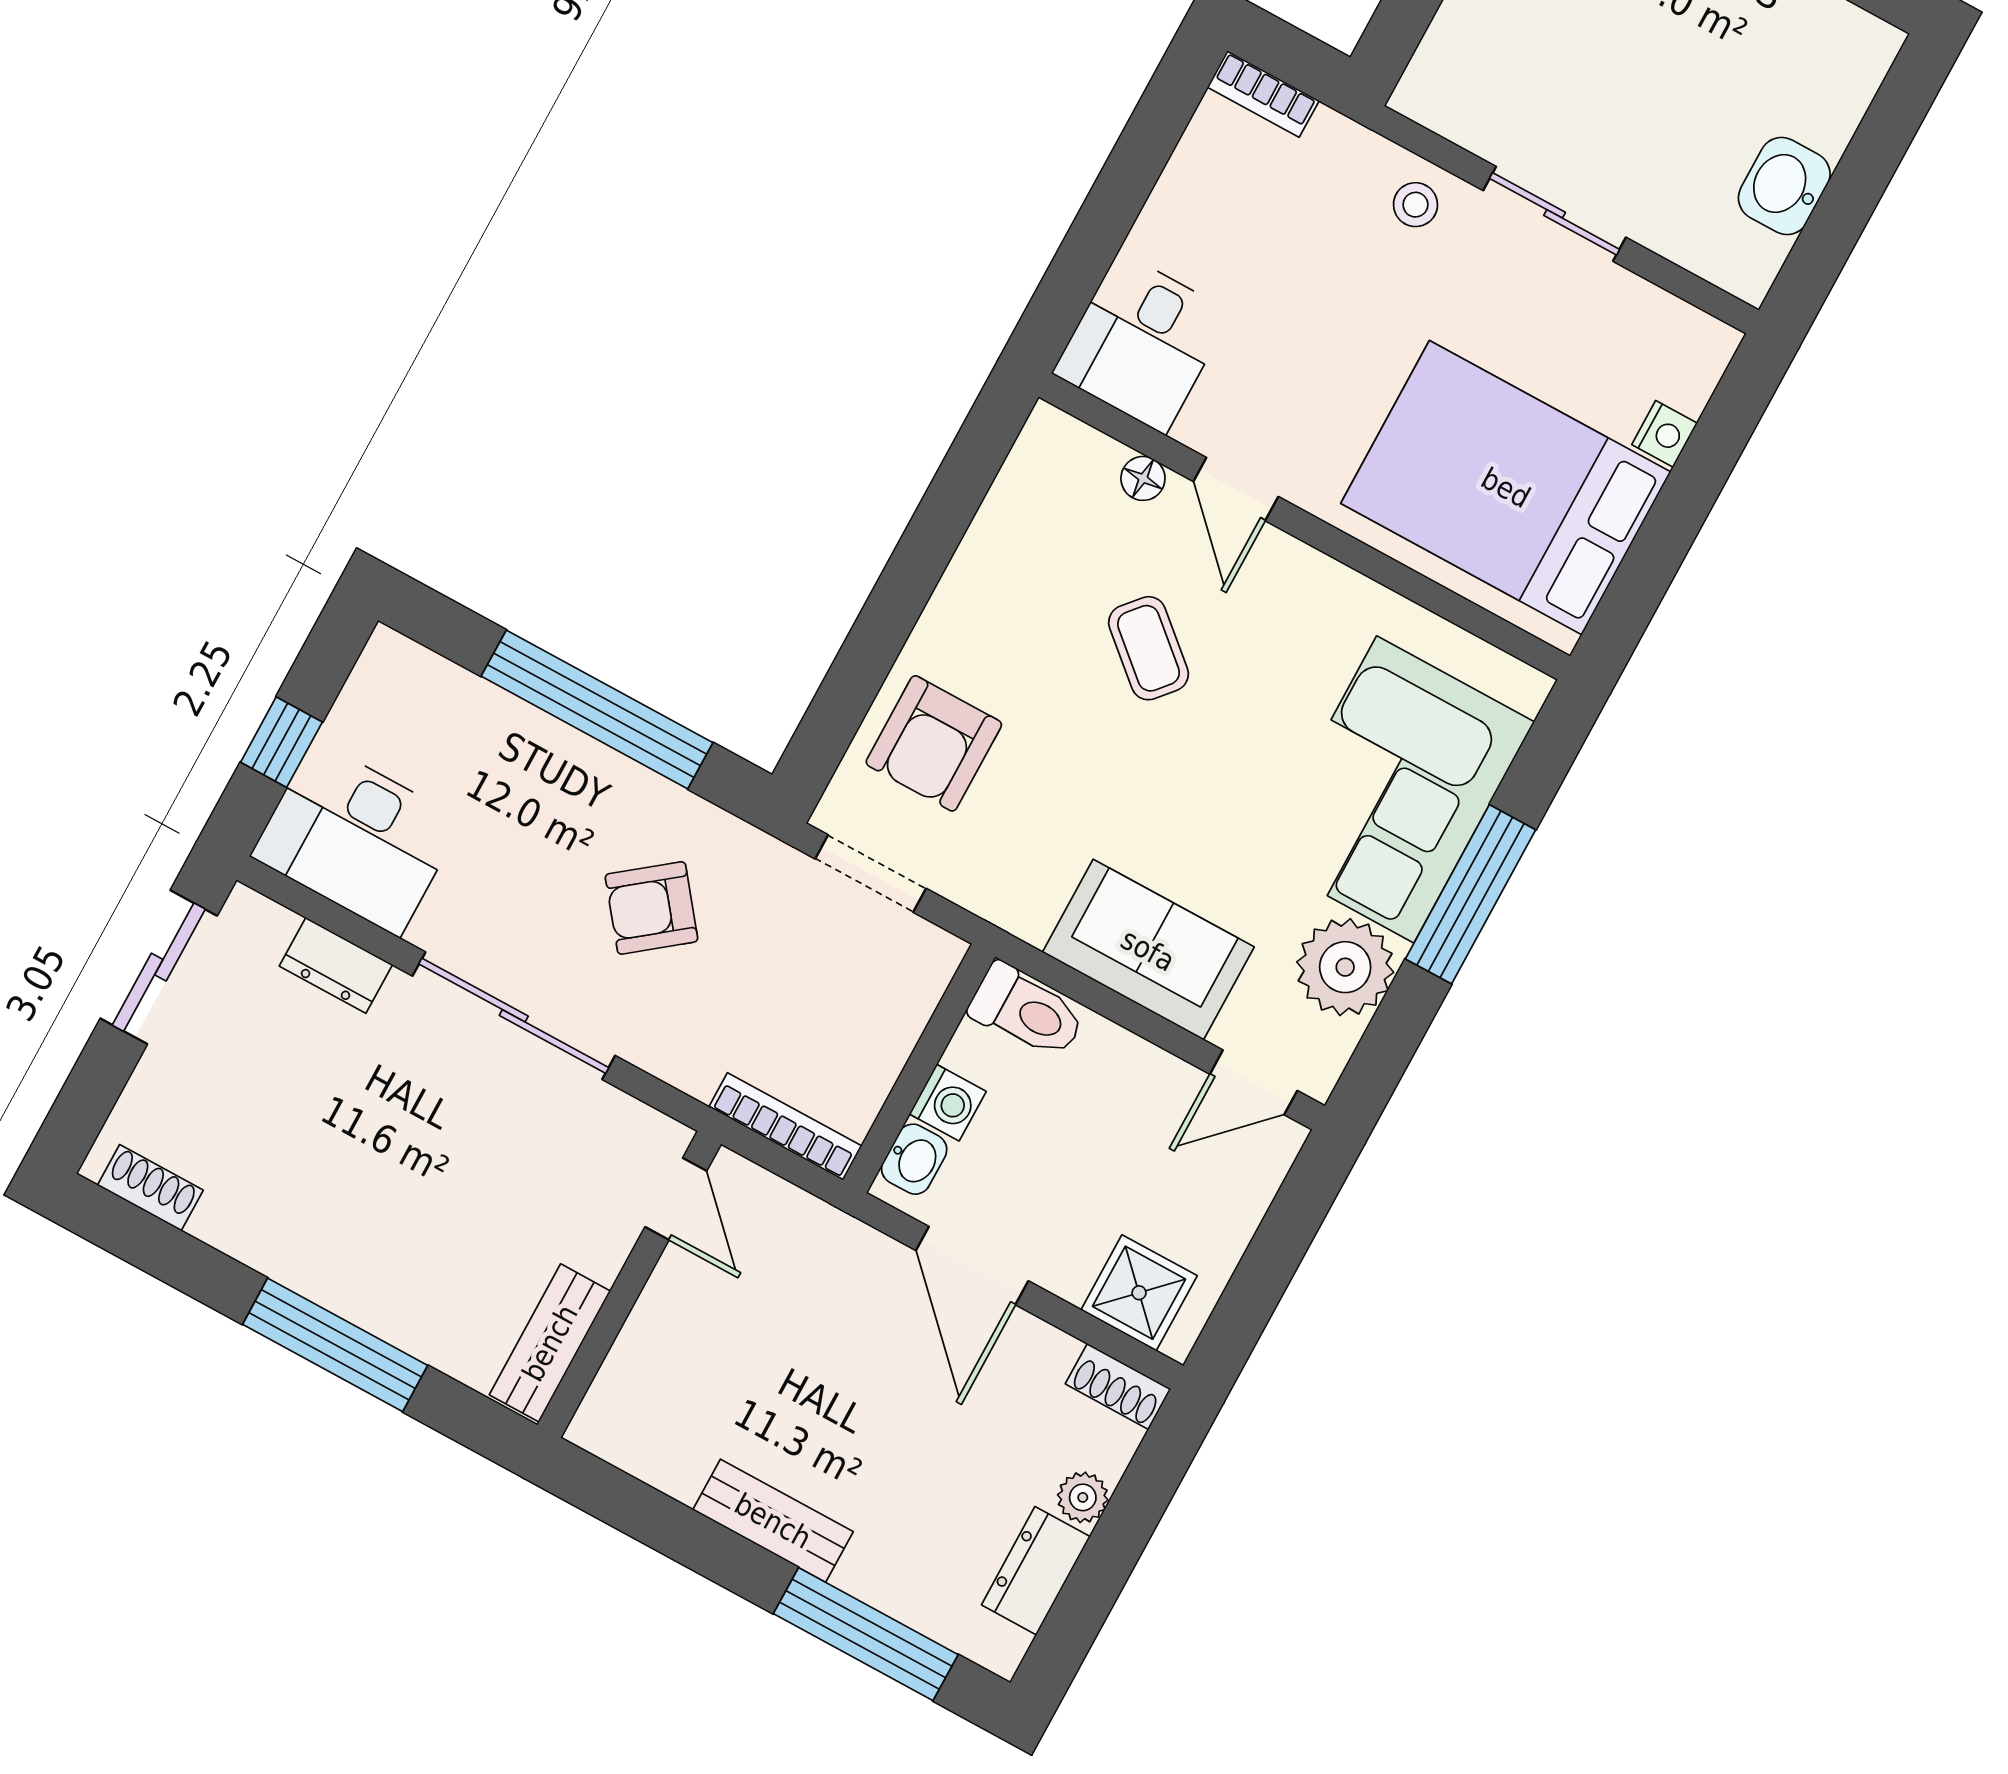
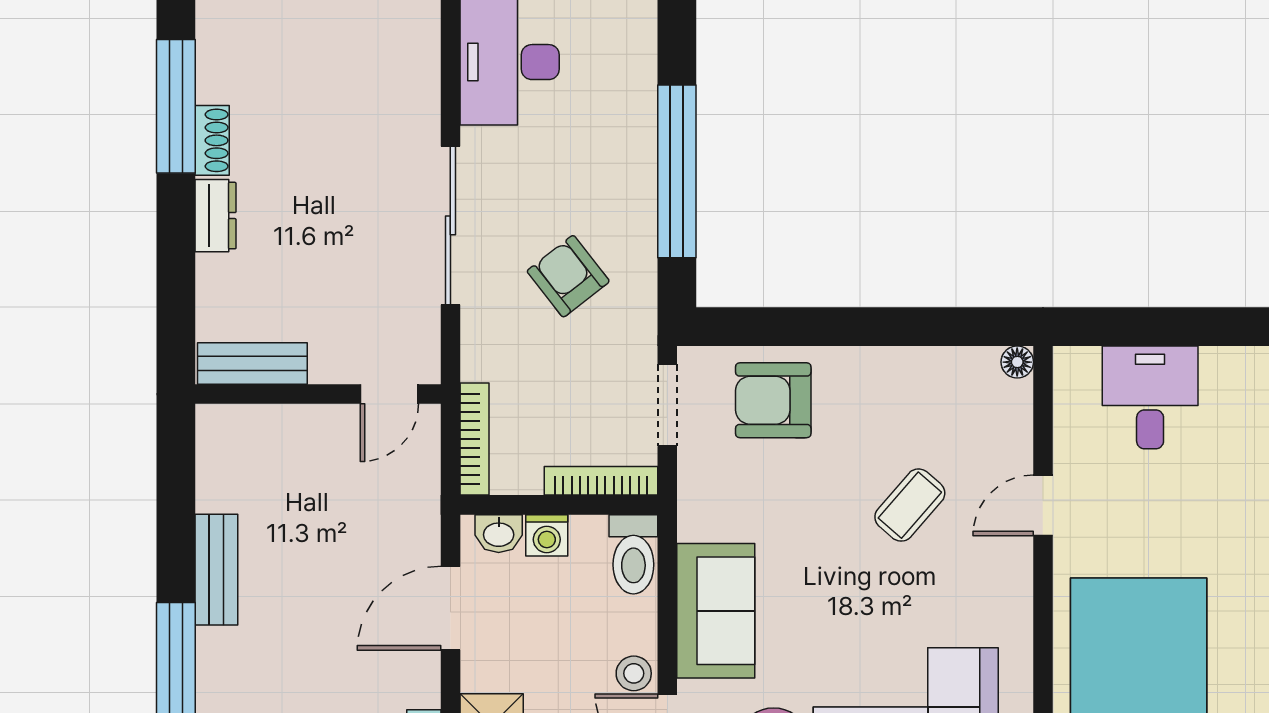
desk: (1142, 343) -> (1150, 397), moved, turned 90
floor lamp: (1143, 478) -> (1017, 362), moved
dresser: (336, 965) -> (216, 216), moved, turned 180
bookcase: (918, 1002) -> (601, 481), added
stool: (1170, 1089) -> (634, 673), added
shoe rack: (150, 1188) -> (212, 140), moved
window: (335, 1345) -> (176, 106), moved

